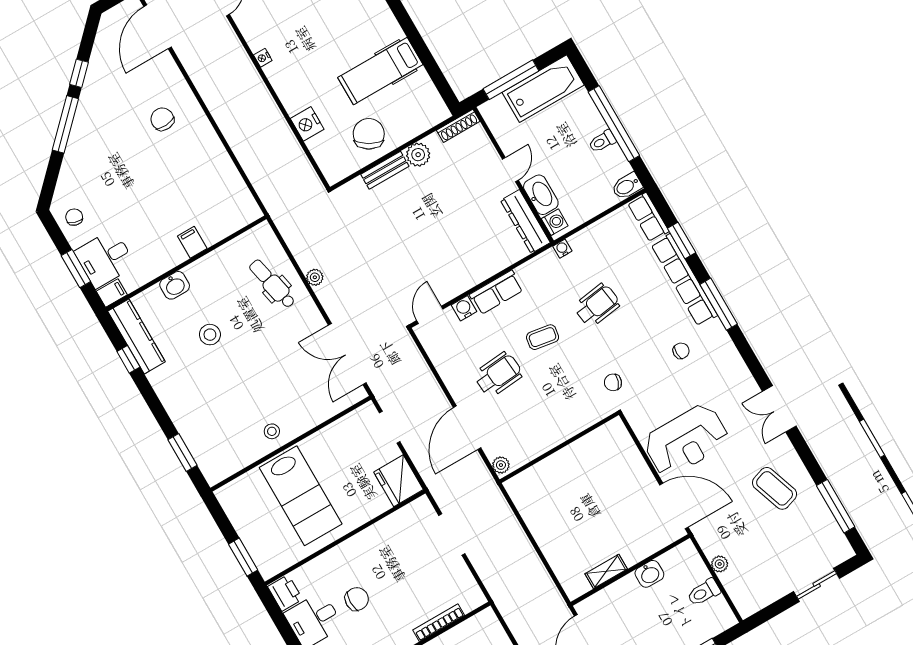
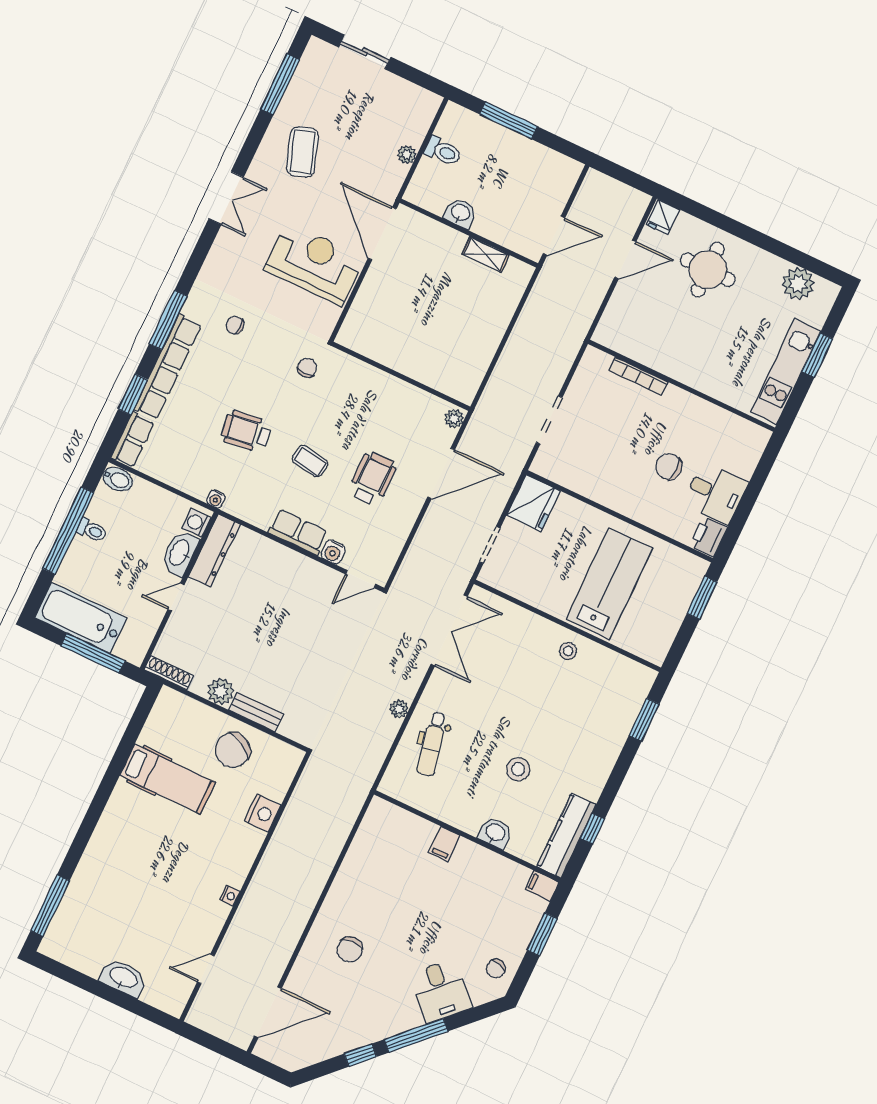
desk: (105, 259) -> (441, 991), moved, turned 45
wheelchair: (498, 374) -> (372, 479), turned 95
chair: (613, 382) -> (307, 368), turned -110

